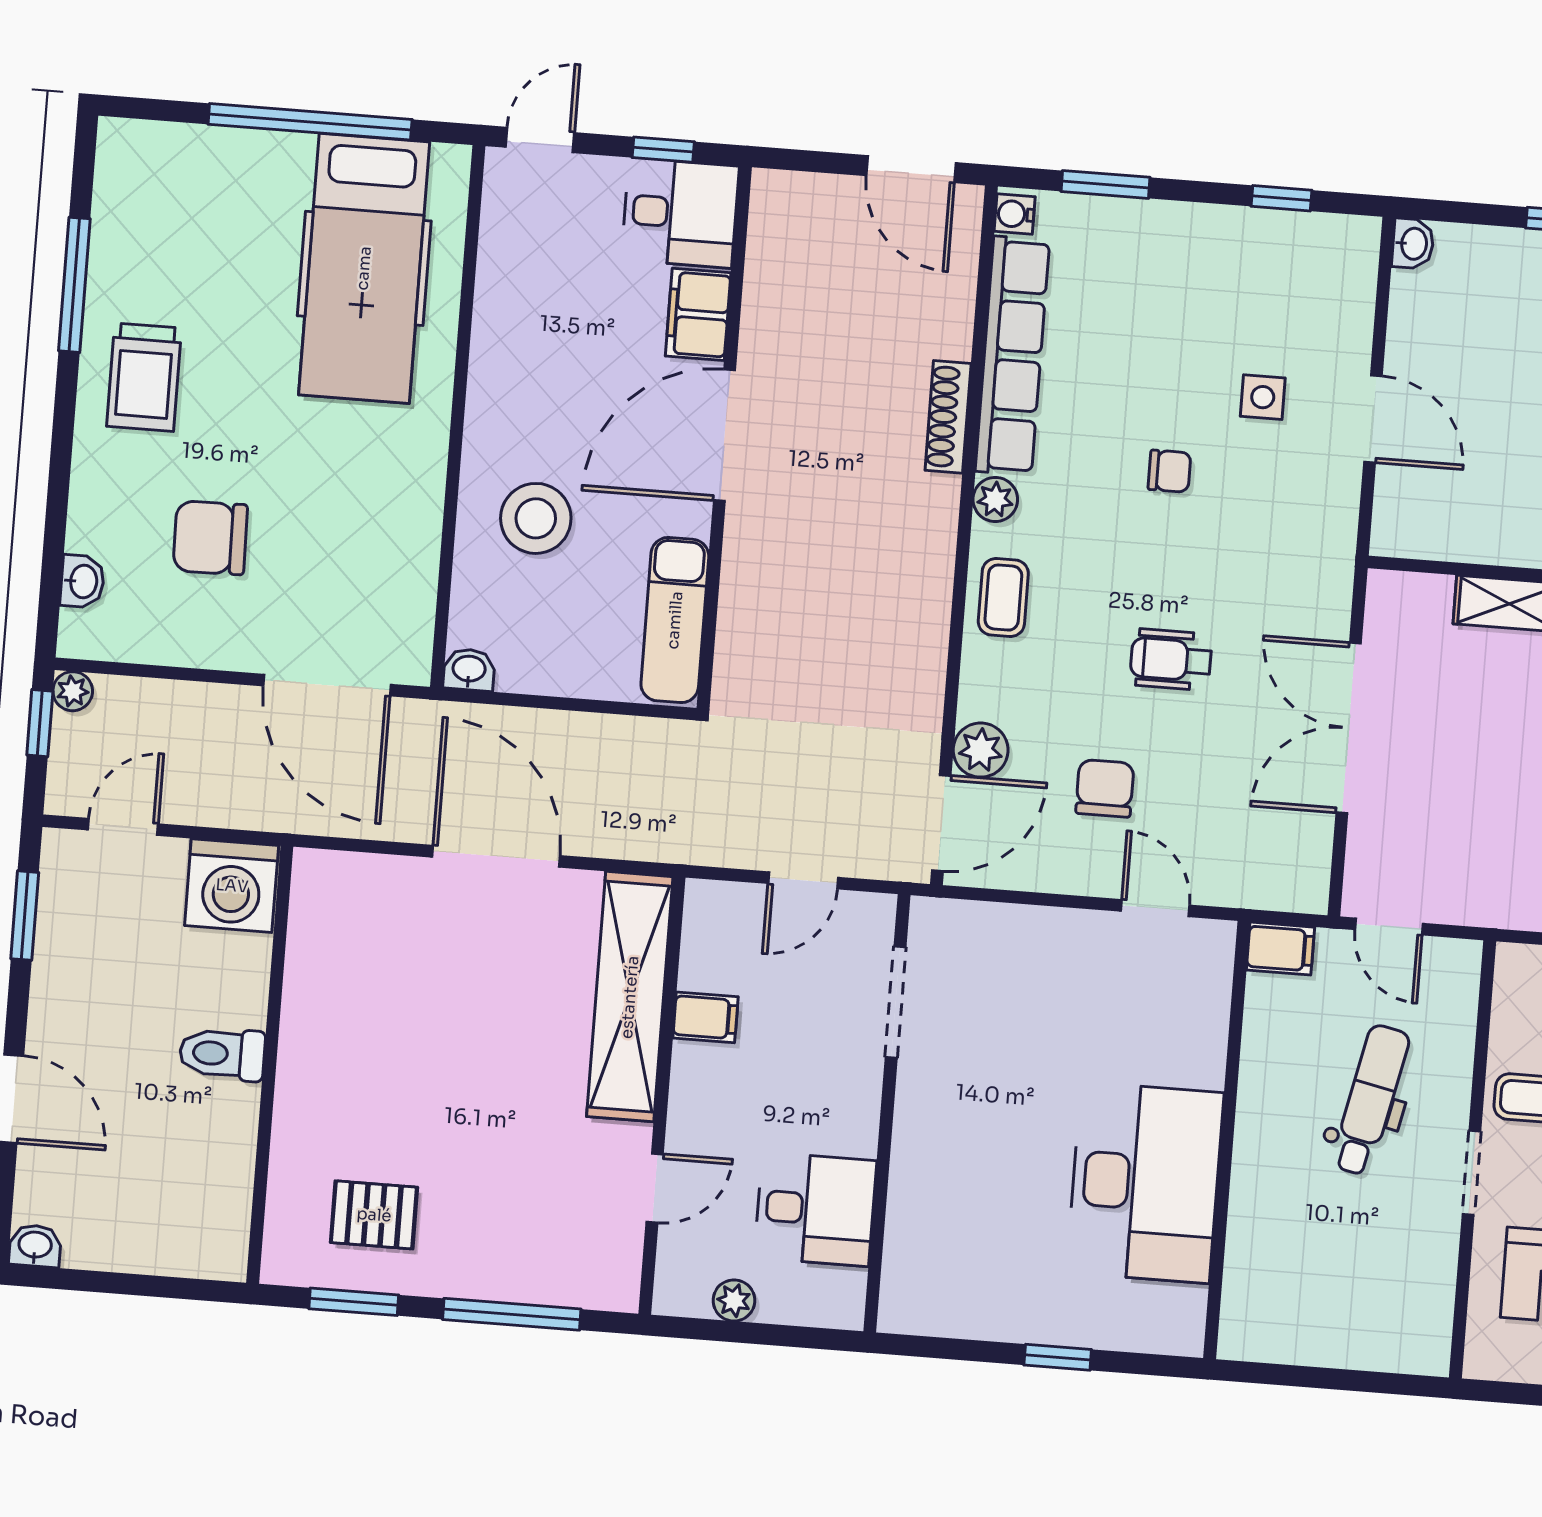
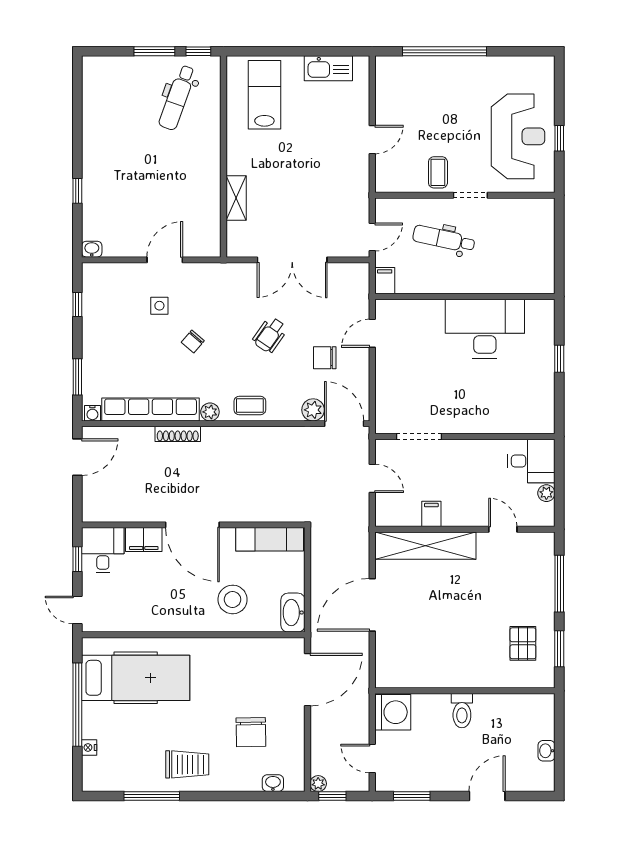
nightstand: (204, 142) -> (89, 747), added
chair: (1169, 471) -> (193, 341), turned -139
wheelchair: (1171, 660) -> (270, 335), turned 35
washbasin: (469, 670) -> (293, 613), width x1.91, depth x1.45
desk: (815, 1209) -> (531, 461), moved, turned 90
washbasin: (35, 1246) -> (547, 751), moved

